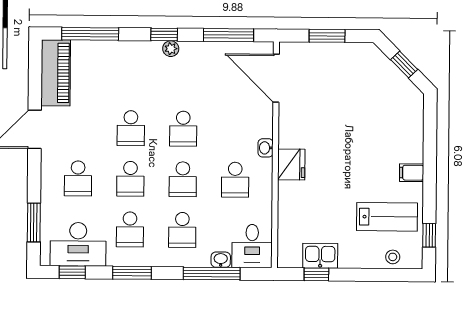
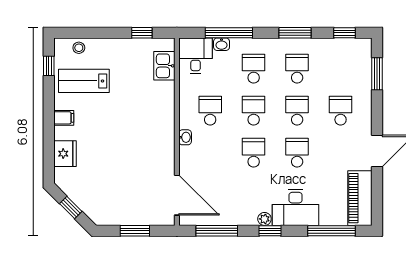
fridge: (291, 164) -> (65, 154), moved, turned 180
desk: (78, 244) -> (296, 207), moved, turned 180
kitchen sink: (320, 256) -> (164, 66), moved, turned 90

